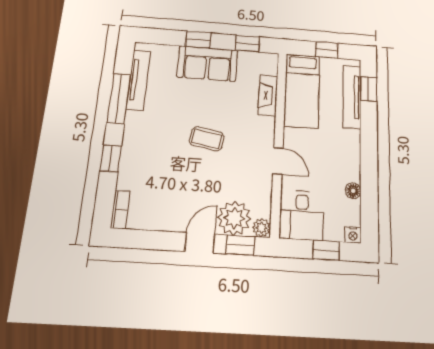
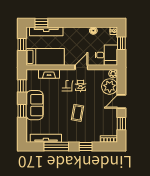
coffee table: (207, 139) -> (78, 113), moved
door: (200, 243) -> (121, 101), hinge flipped
window: (240, 245) -> (121, 124), moved

